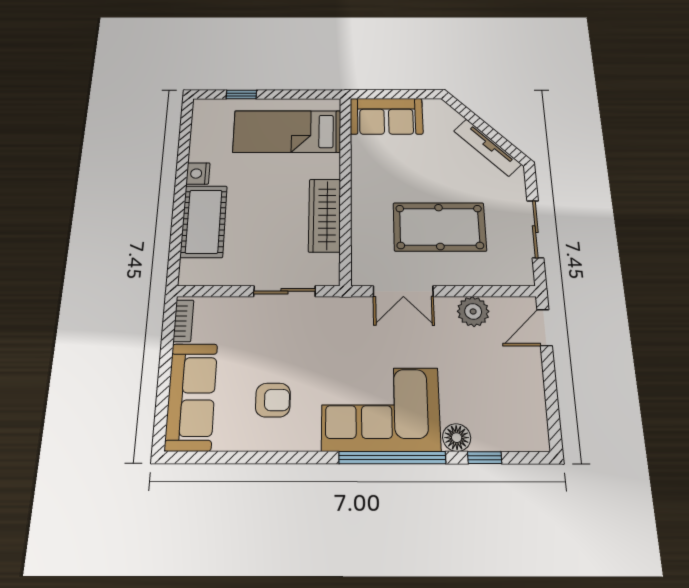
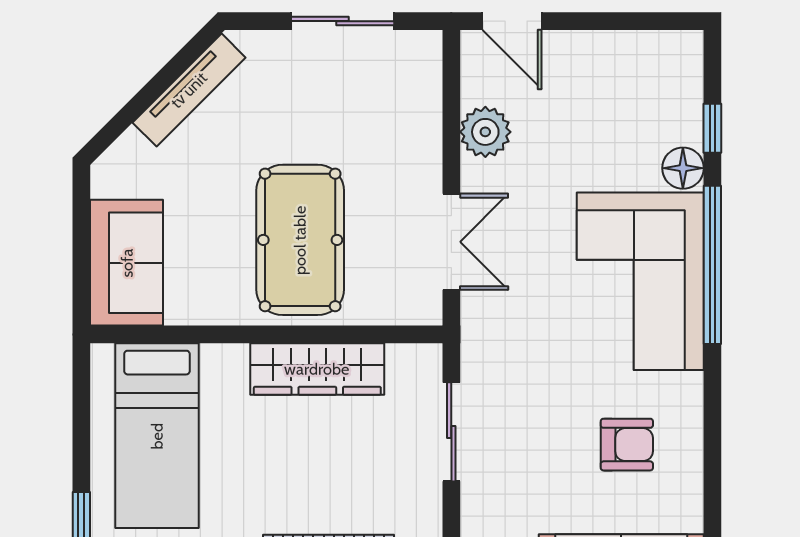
pool table: (439, 227) -> (300, 240), moved
armchair: (273, 400) -> (627, 445), turned 90

